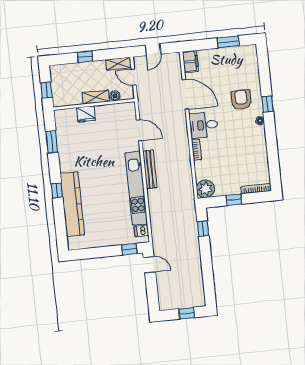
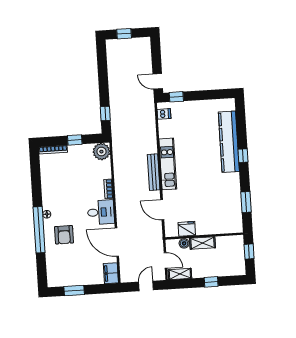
window: (267, 104) -> (39, 230), width x3.17
fridge: (86, 114) -> (187, 229), moved
kitchen unit: (136, 188) -> (168, 164), width x0.73

